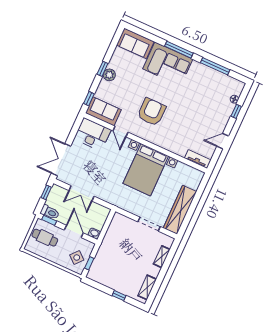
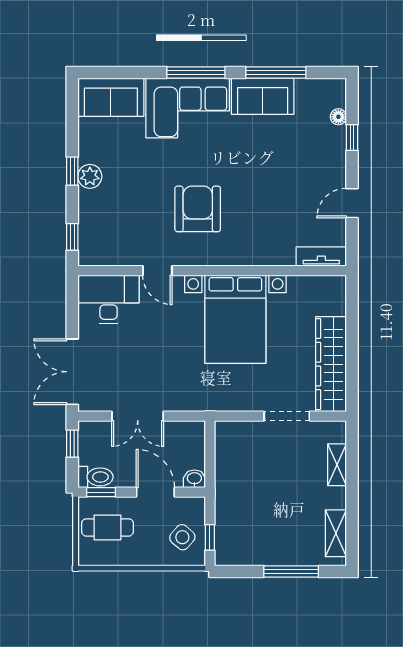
sofa: (103, 111) -> (263, 96), moved, turned 180
window: (119, 296) -> (291, 572), width x2.17

